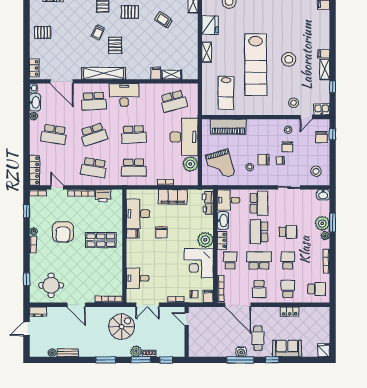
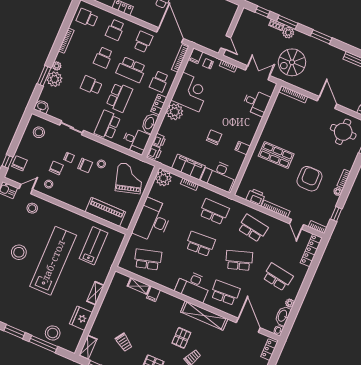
plant: (190, 164) -> (163, 178), moved
desk: (138, 214) -> (219, 175), moved, turned 90

